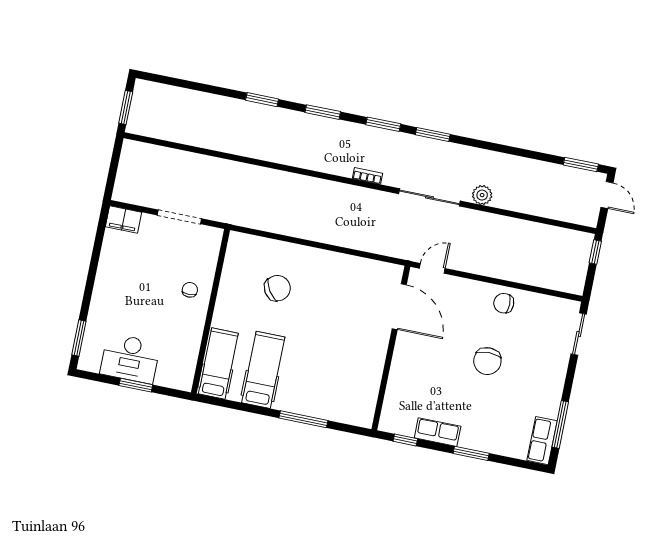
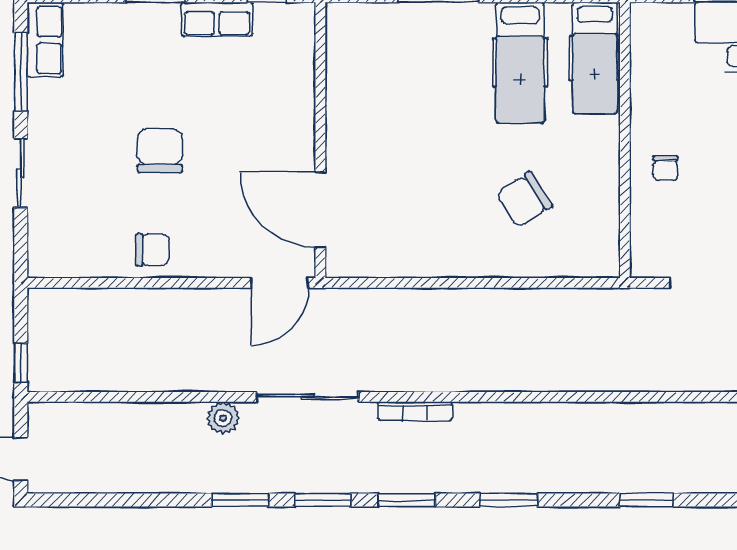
window: (262, 100) -> (647, 500), moved
window: (581, 165) -> (240, 500), moved
bookcase: (367, 176) -> (415, 411), width x1.56
door: (432, 268) -> (280, 283), width x1.38
sliding door: (579, 334) -> (21, 173), moved

